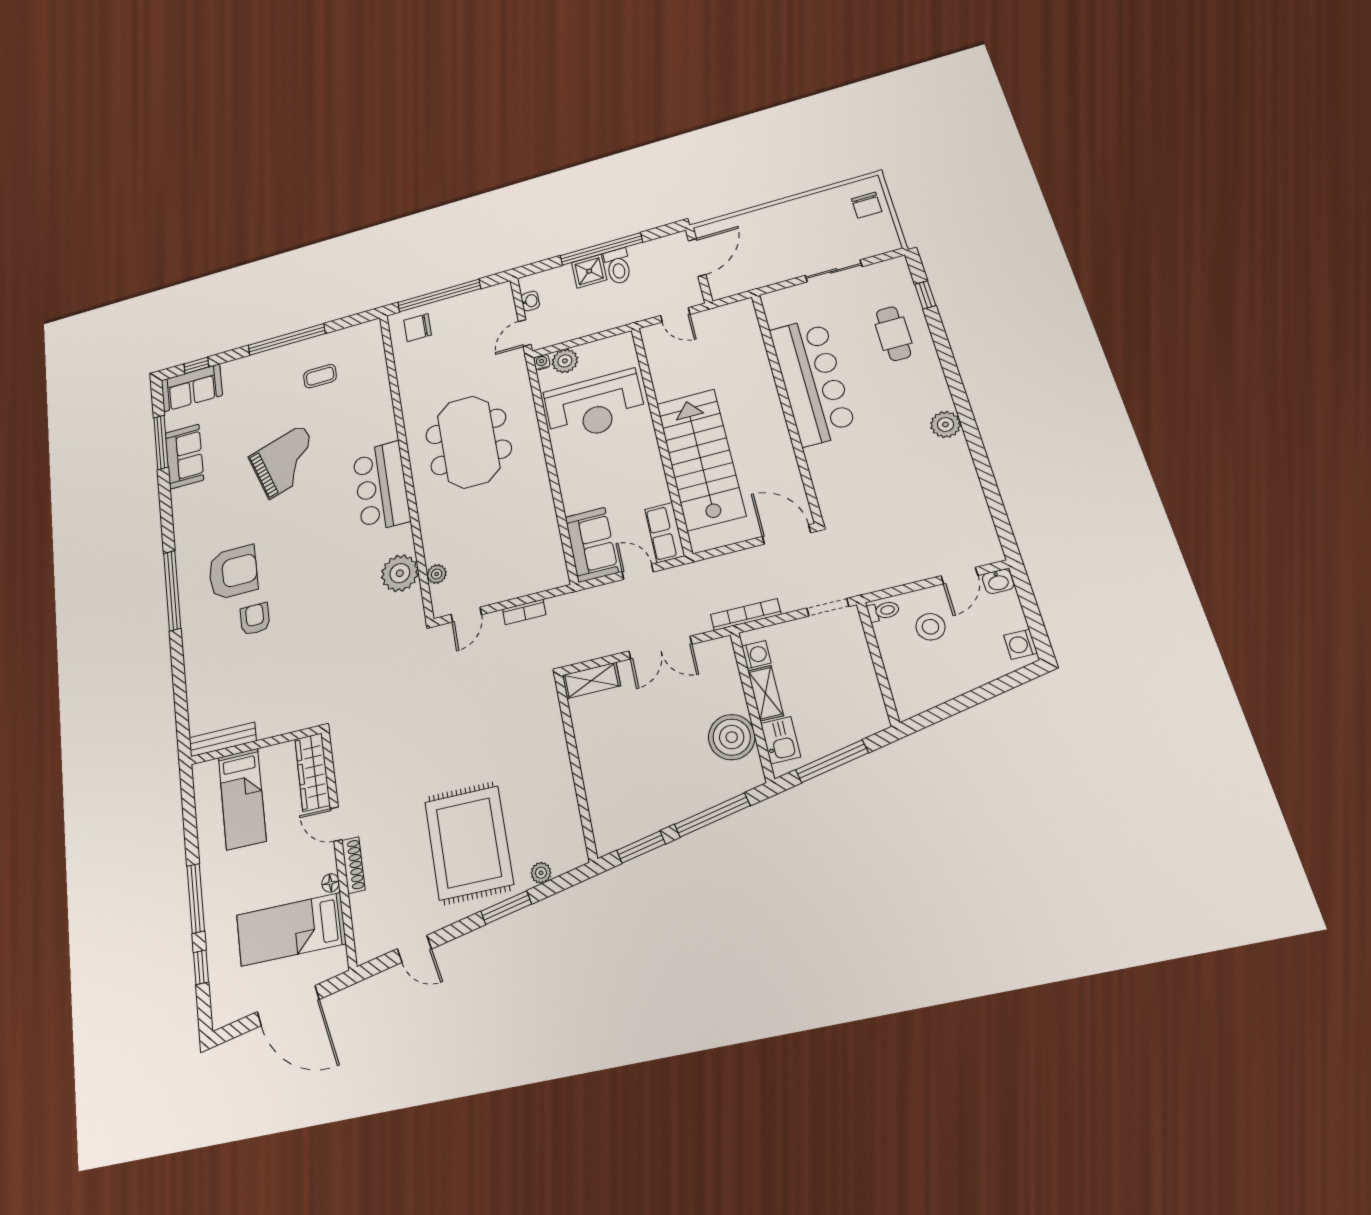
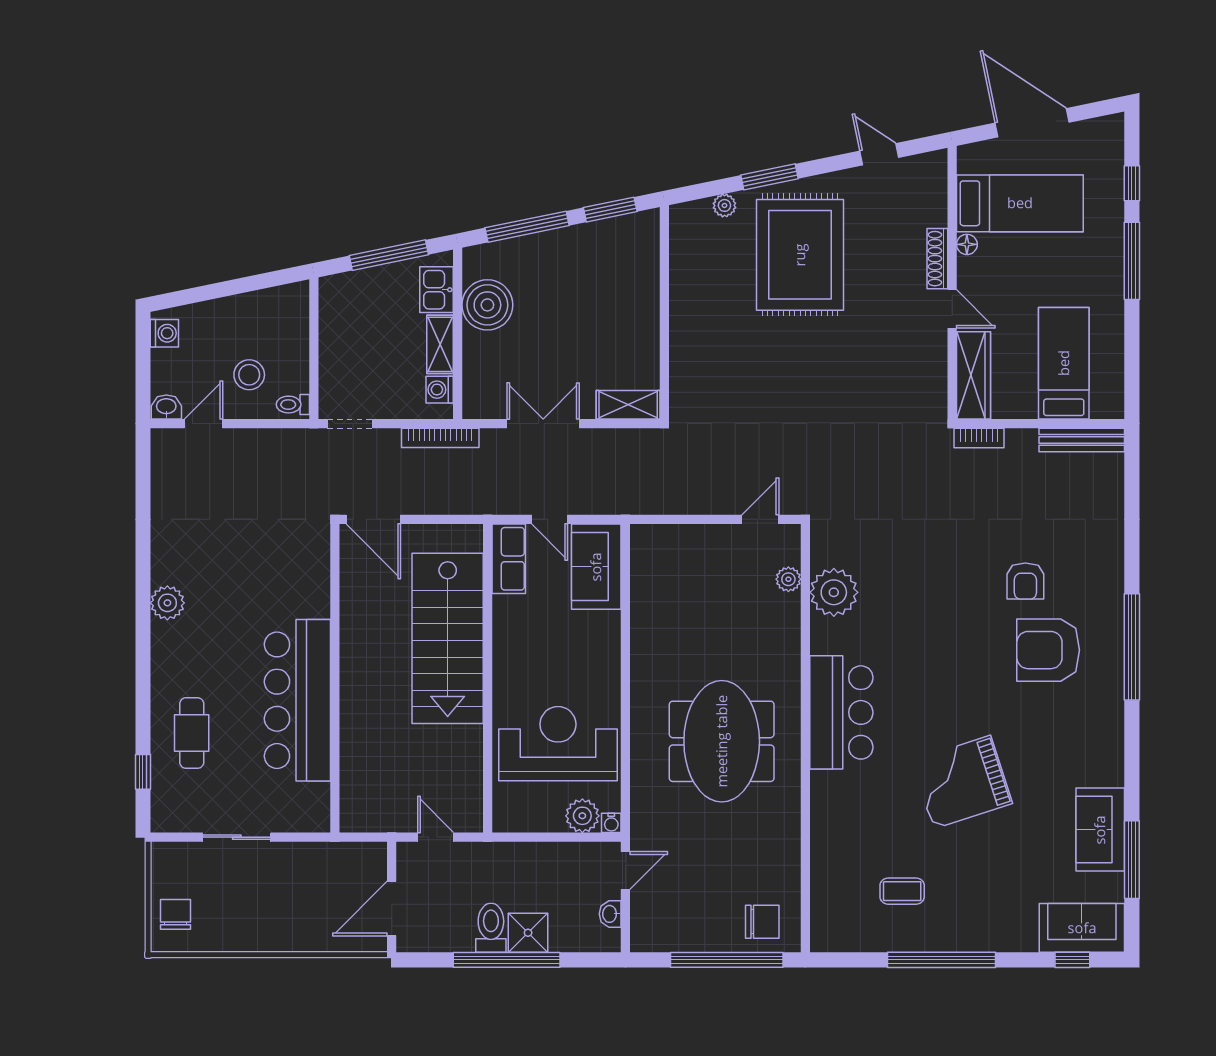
bookcase: (524, 612) -> (979, 438), moved, turned 180

